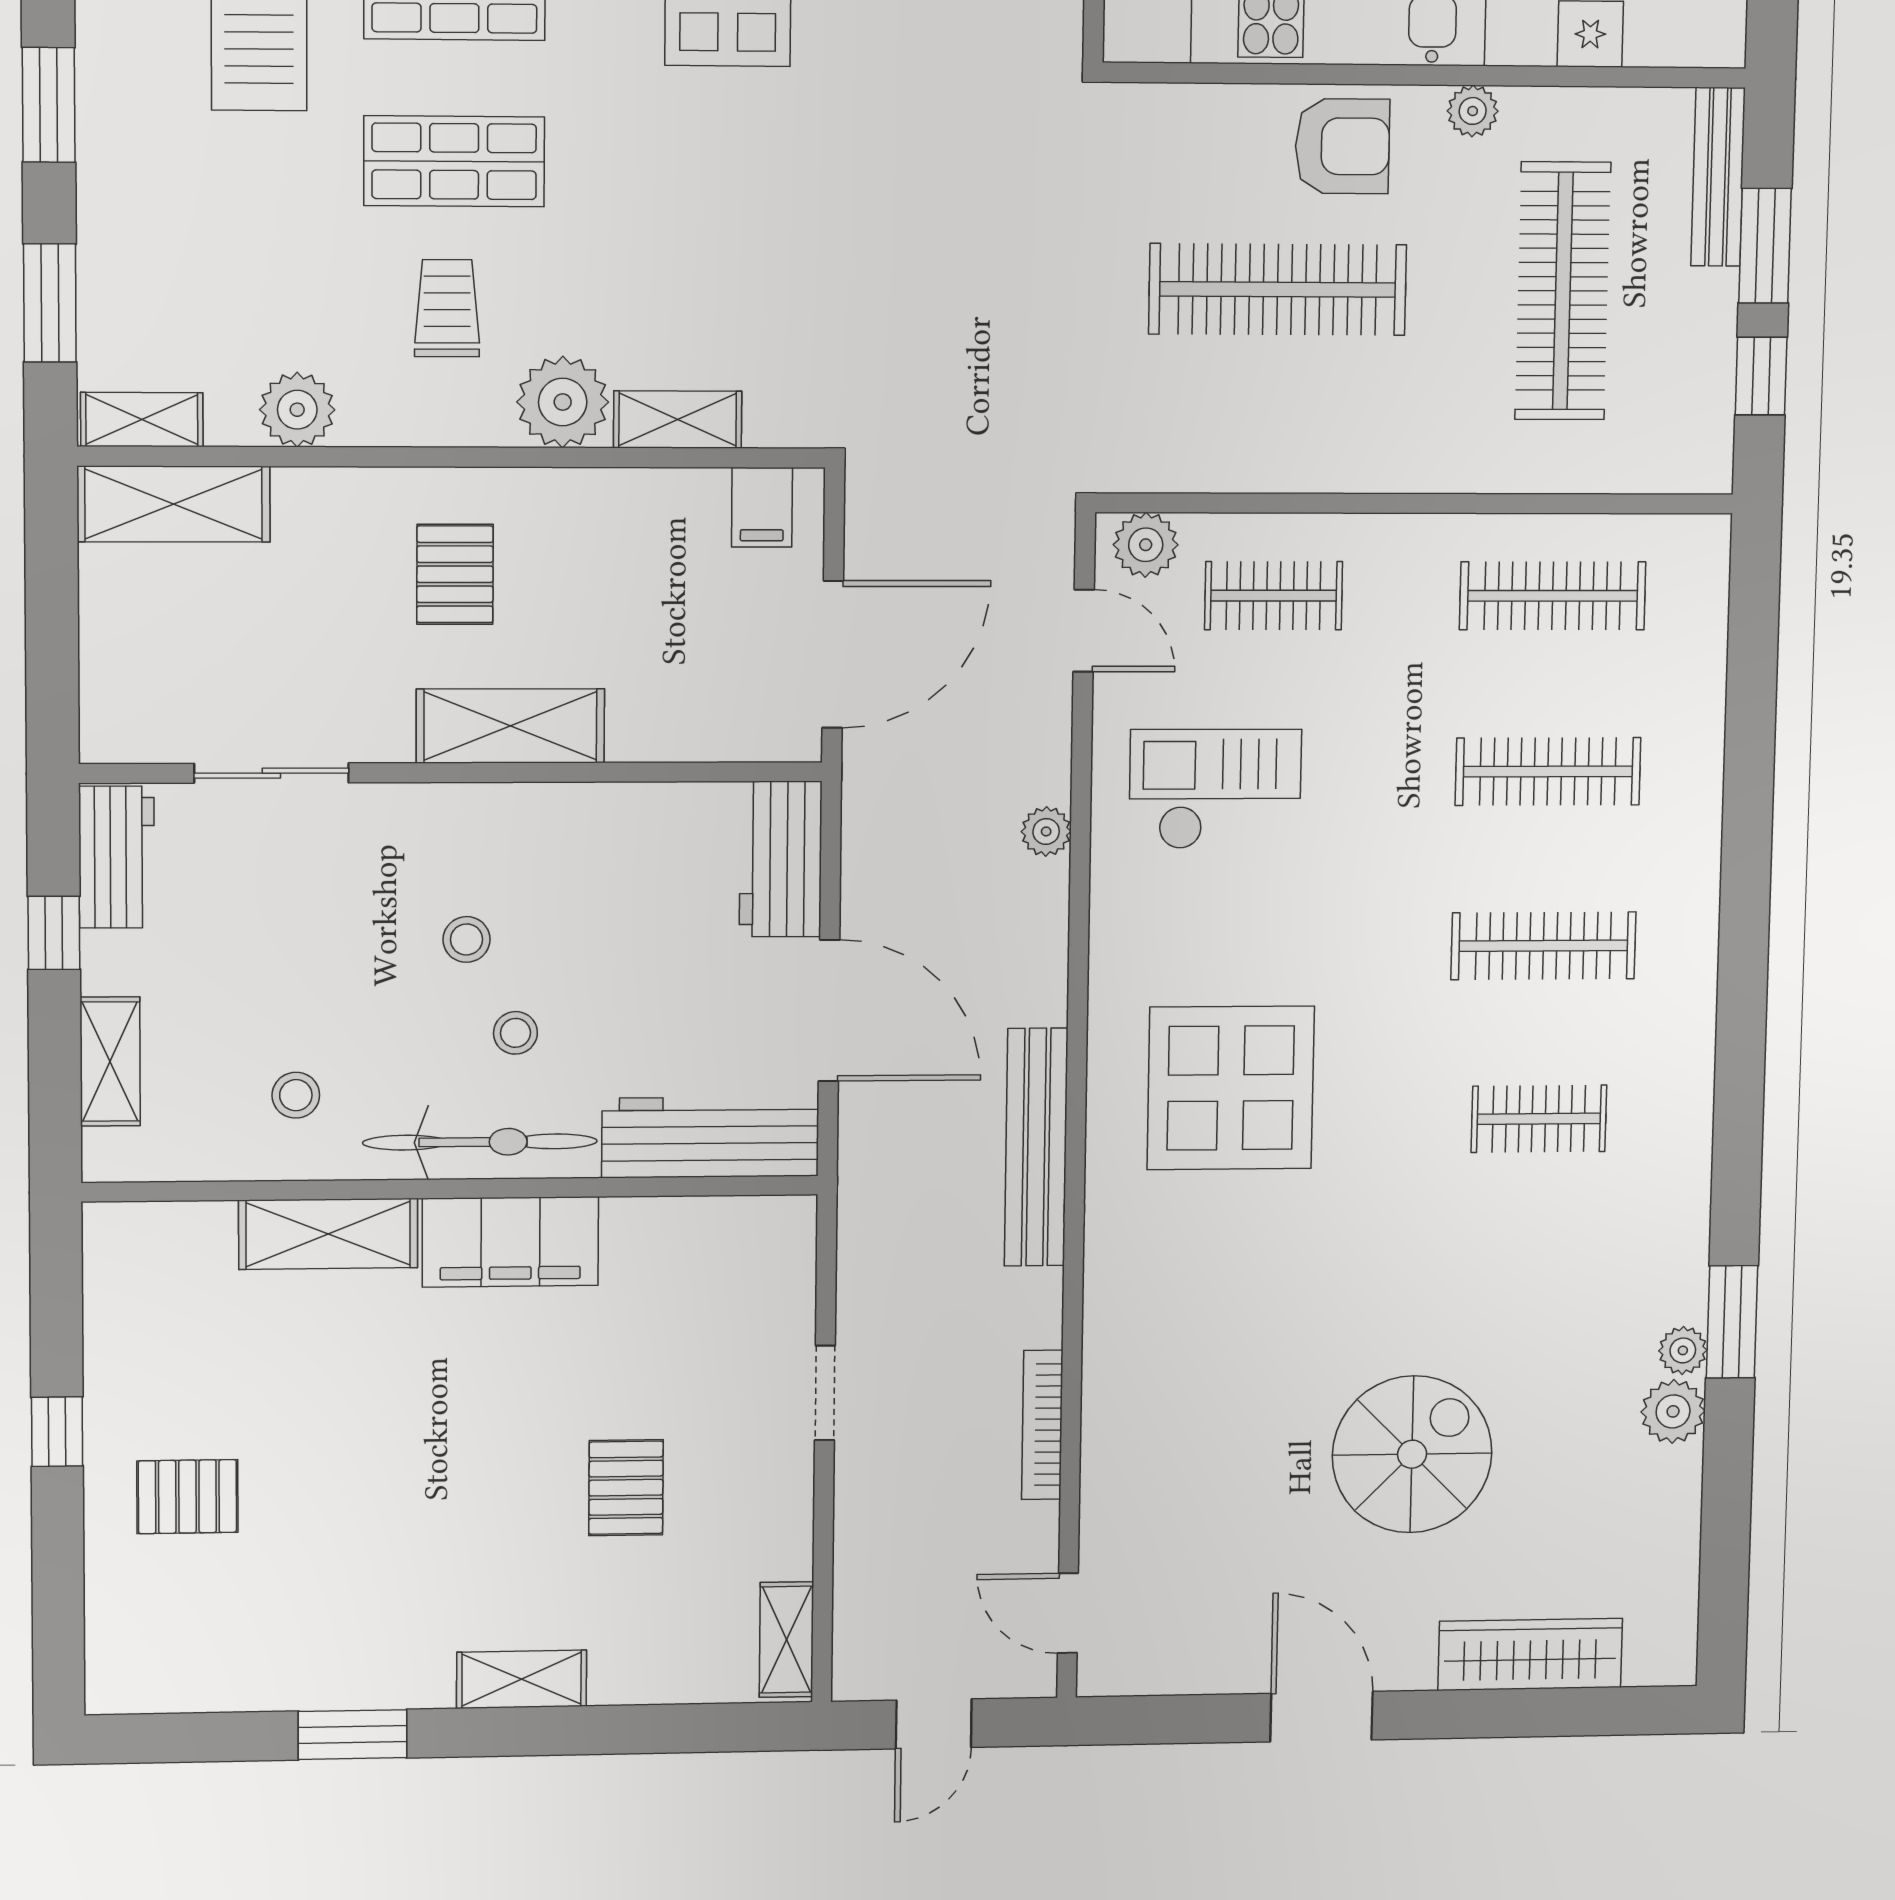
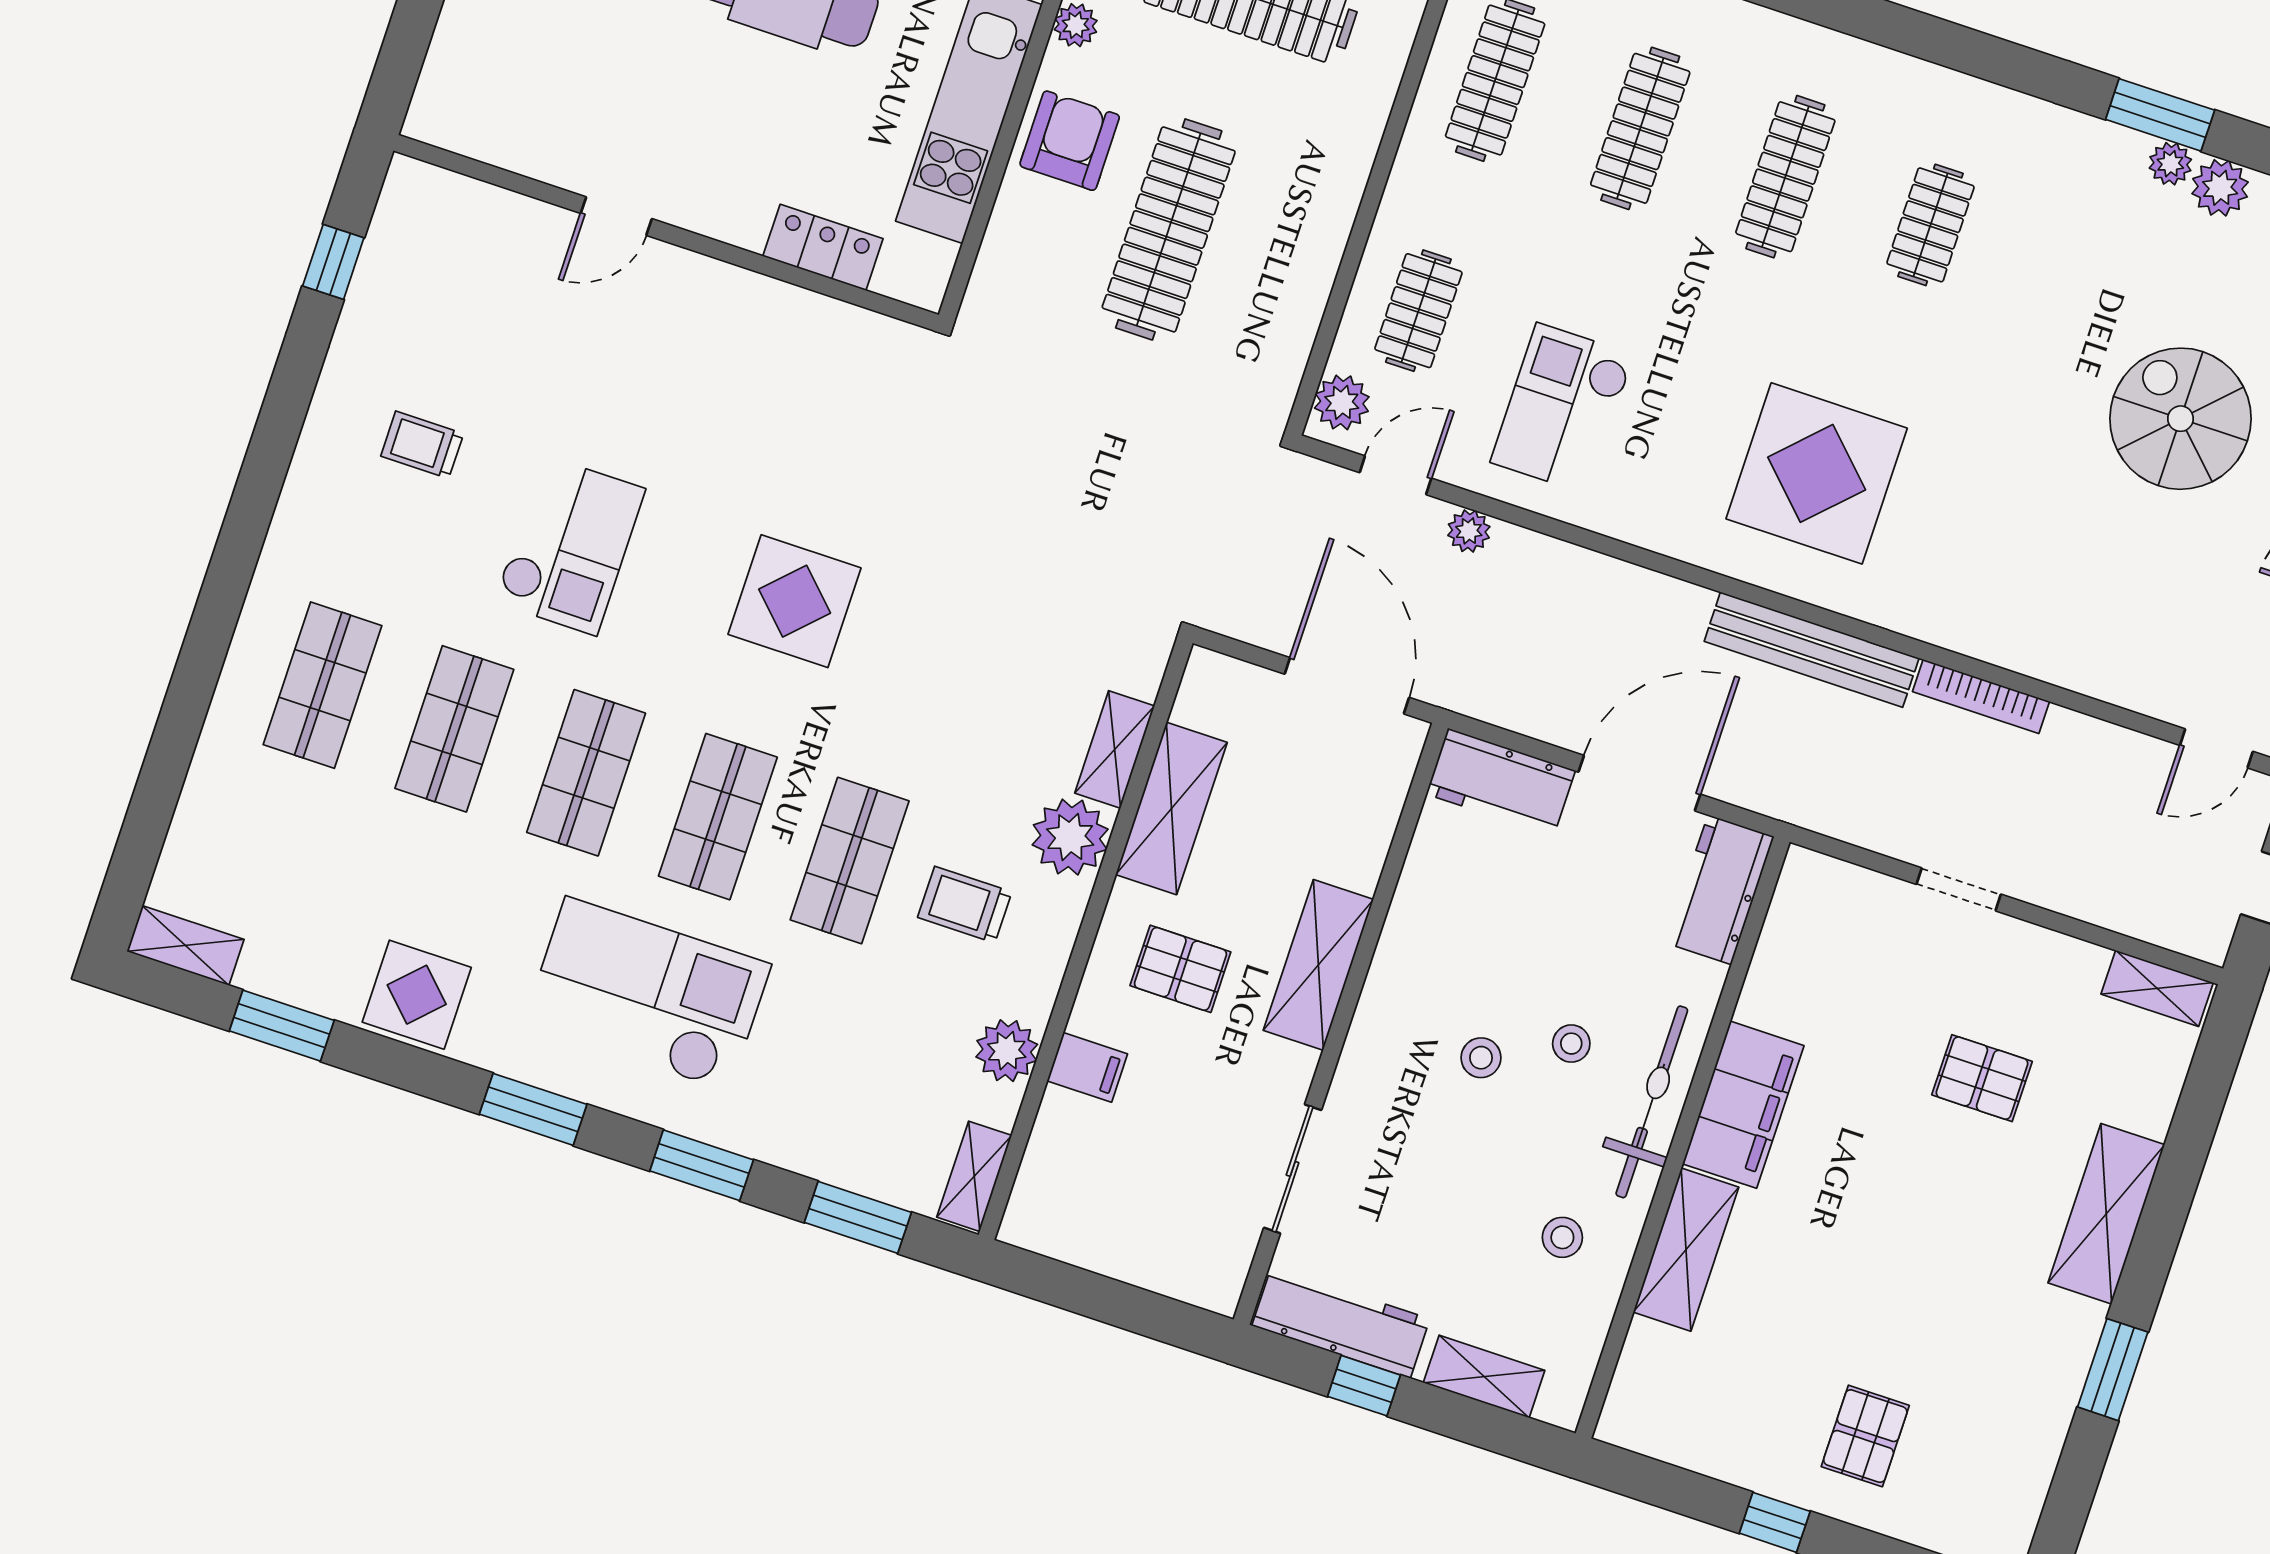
shelving: (174, 504) -> (1171, 808), moved
filing cabinet: (762, 507) -> (1087, 1067), moved
plant: (1046, 831) -> (1469, 531), moved
workbench: (117, 857) -> (1341, 1322), width x1.38
workbench: (710, 1137) -> (1720, 890), width x0.73
bookcase: (1042, 1425) -> (1981, 697), moved
shelving: (522, 1679) -> (2106, 1214), width x1.50, depth x1.33

